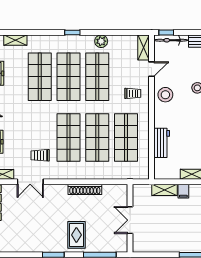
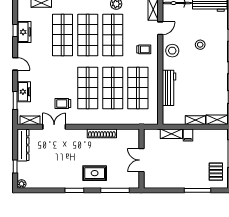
workbench: (162, 143) -> (169, 88), width x1.37
double door: (30, 182) -> (54, 127), swing flipped
rug: (76, 235) -> (95, 173), turned 90

